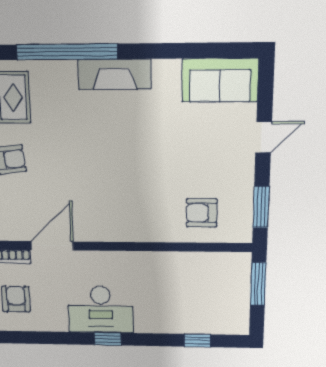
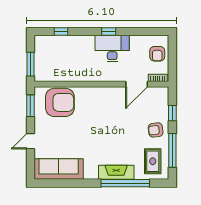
fireplace: (115, 74) -> (116, 172), moved
sofa: (220, 80) -> (59, 169), width x1.36
armchair: (202, 213) -> (60, 102), width x1.88, depth x1.88

